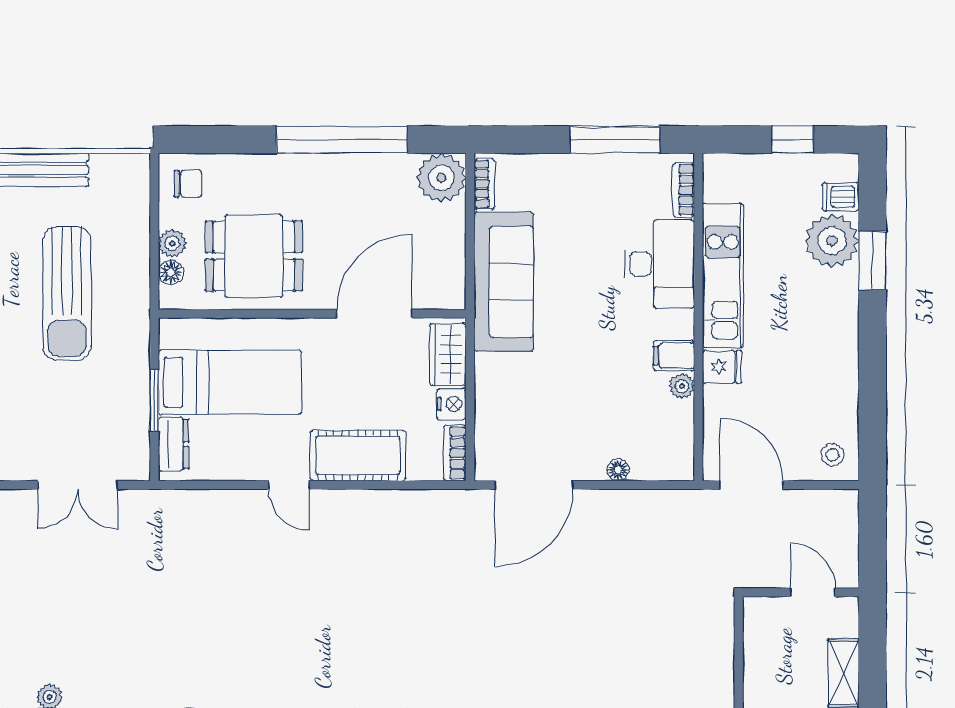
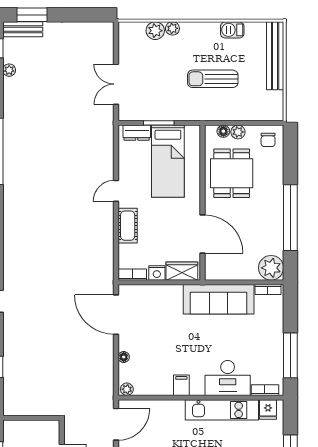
sun lounger: (67, 293) -> (213, 79), width x0.73, depth x0.75
fridge: (722, 367) -> (268, 410), moved
plant: (682, 386) -> (127, 389), moved
cot: (358, 456) -> (128, 226), width x0.73, depth x0.75

